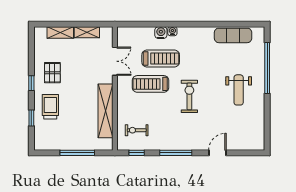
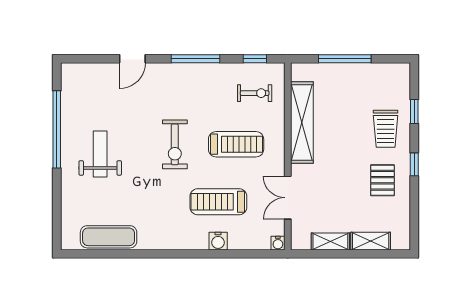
water cooler: (172, 31) -> (278, 243), moved
window: (267, 68) -> (57, 129), moved
treadmill: (151, 84) -> (236, 144), moved

